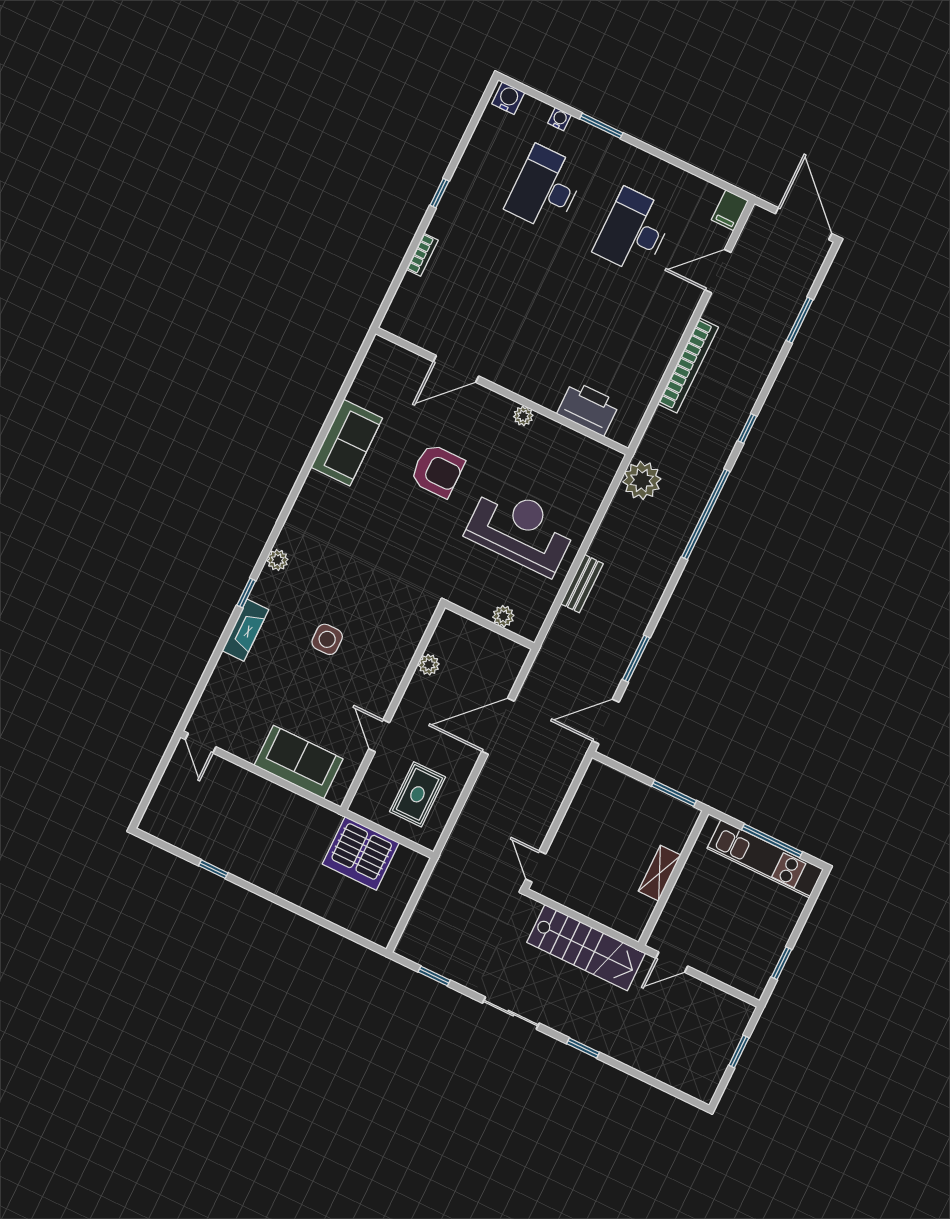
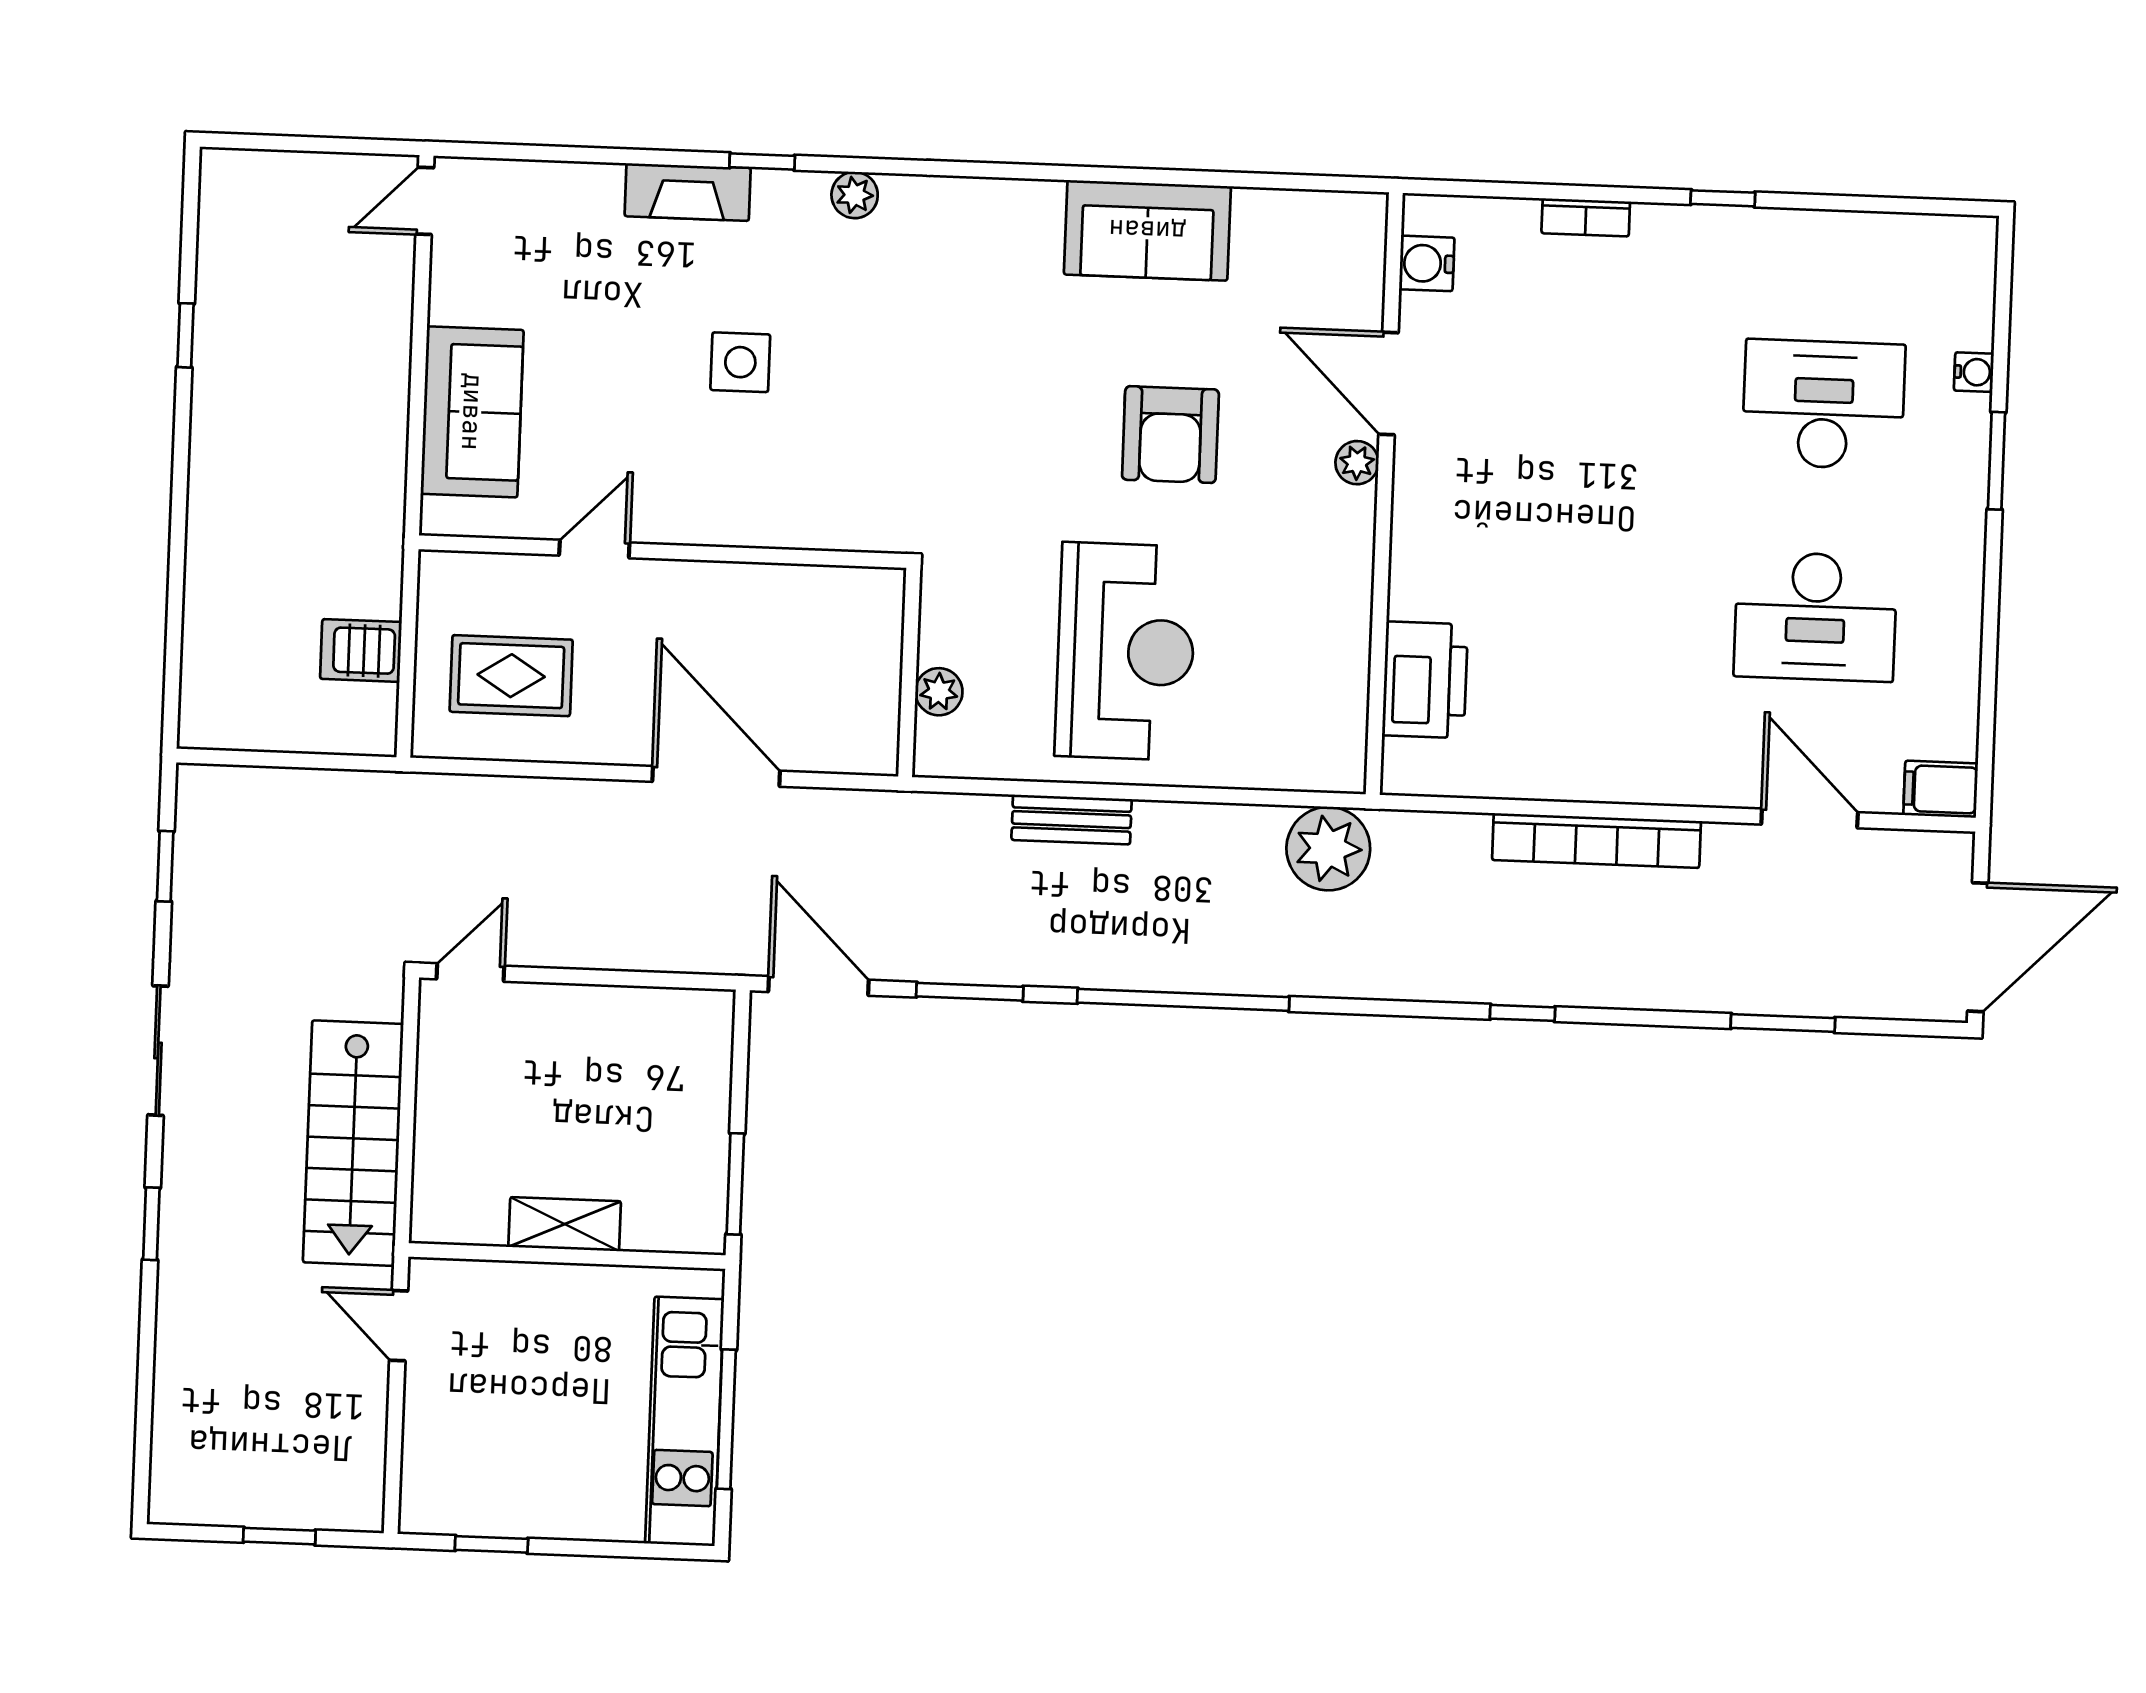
water cooler: (508, 98) -> (1427, 263), moved, turned 180
desk: (634, 231) -> (1815, 617), turned 180
plant: (523, 416) -> (1357, 463), moved
window: (706, 514) -> (1183, 1000), moved
plant: (429, 665) -> (778, 586), removed
server rack: (361, 853) -> (361, 650), width x0.46, depth x0.70

